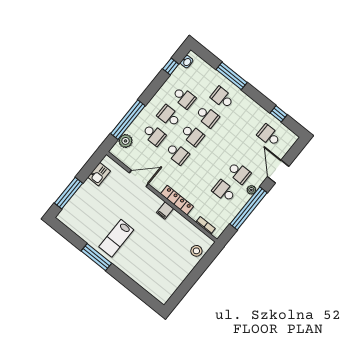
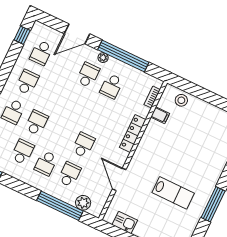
window: (279, 114) -> (22, 35), moved
school desk: (192, 135) -> (27, 82), moved
filing cabinet: (165, 210) -> (160, 115), moved
lab bench: (116, 238) -> (173, 193), moved

